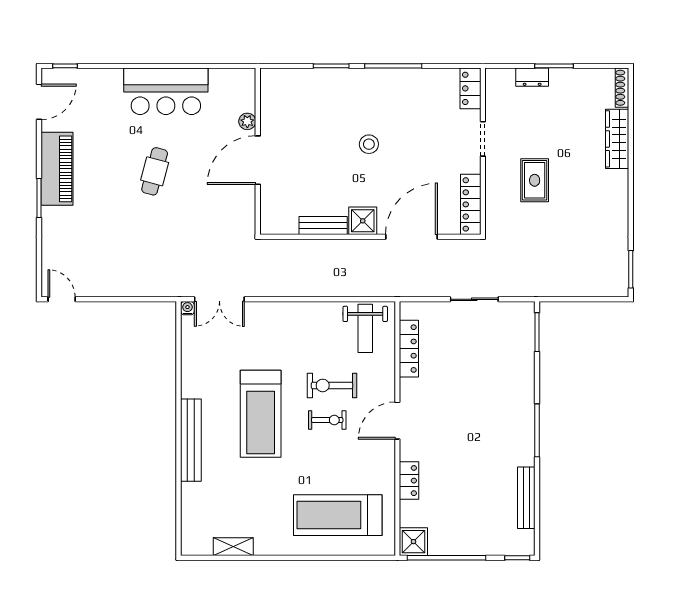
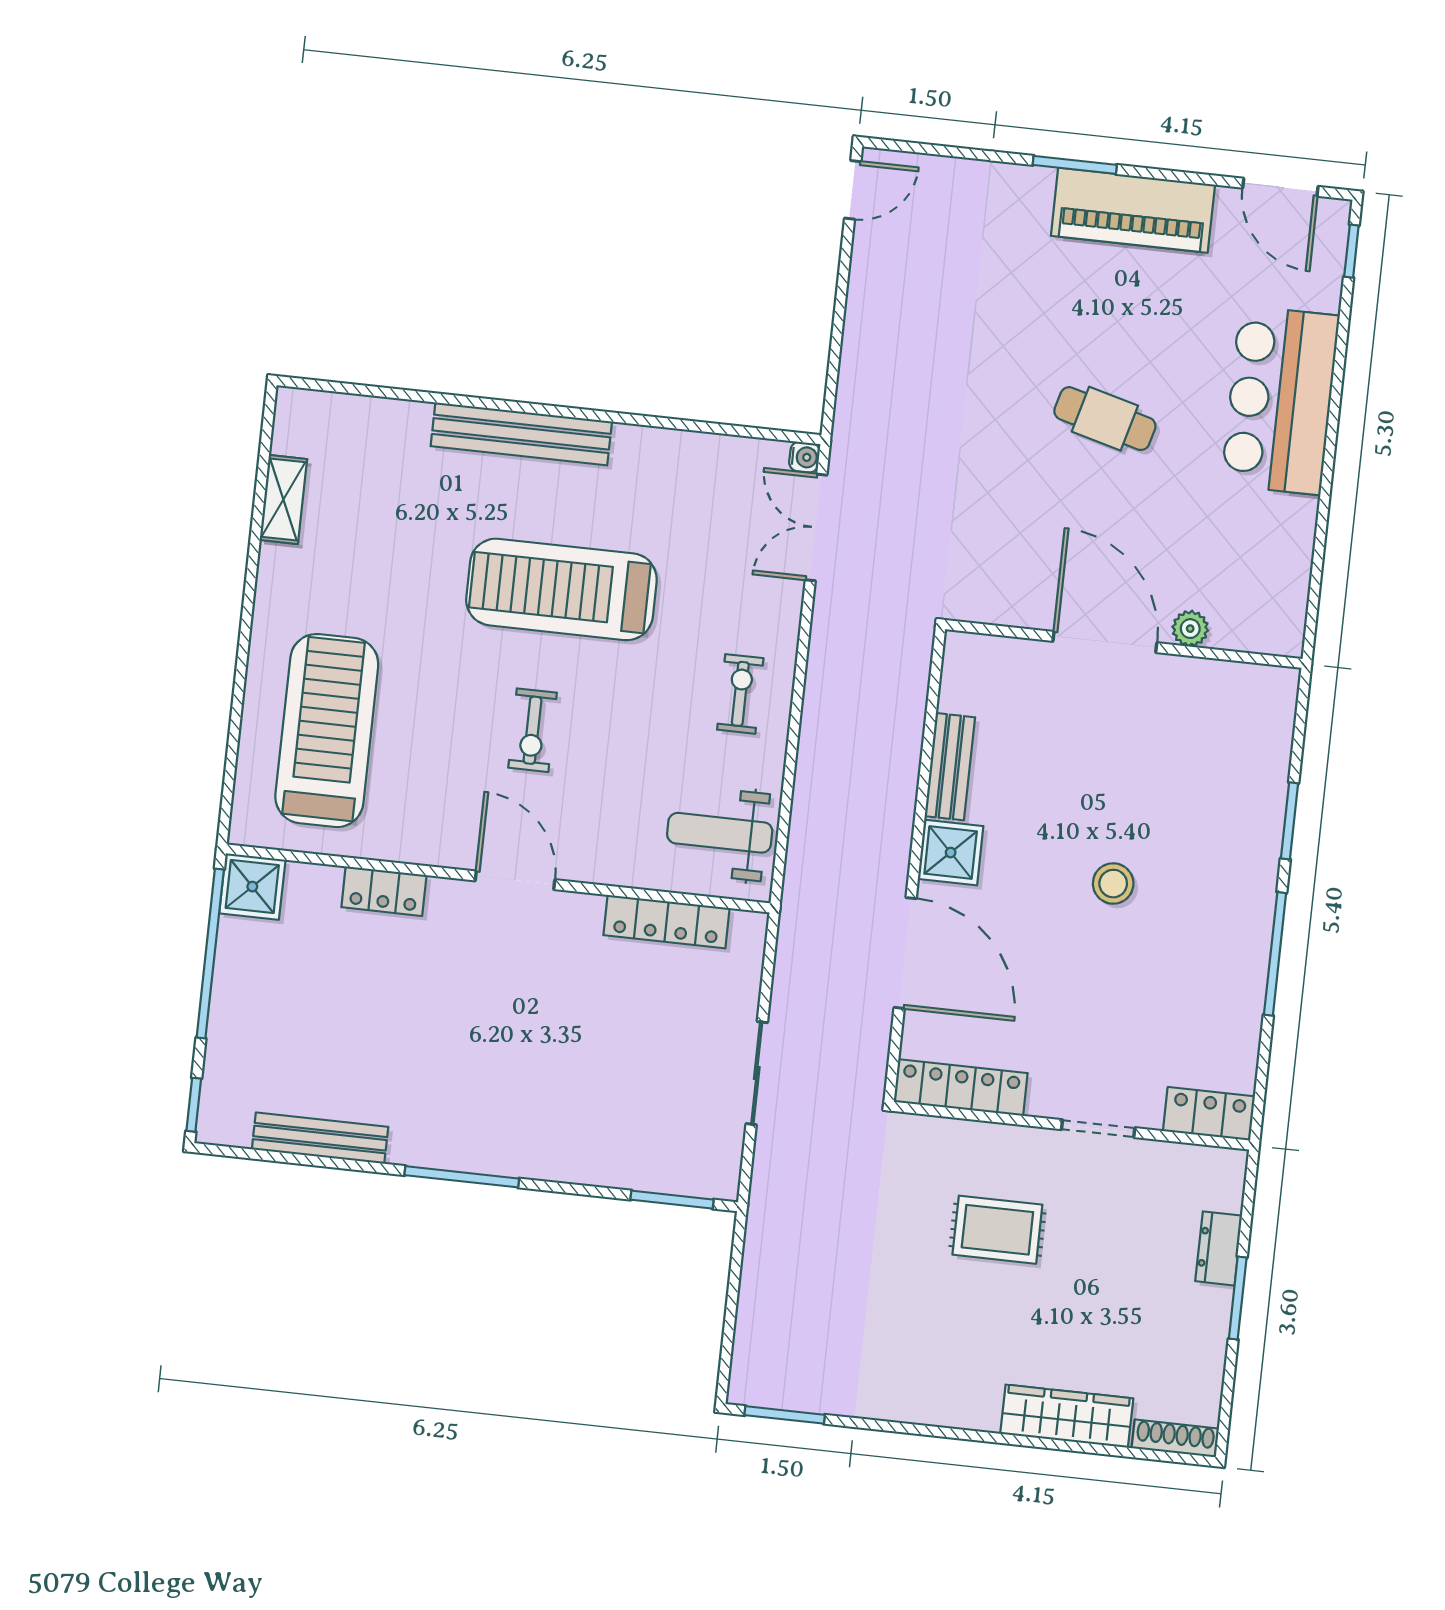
bar counter: (166, 91) -> (1280, 400), moved
exercise bike: (332, 385) -> (740, 694), moved, width x0.73, depth x0.72

